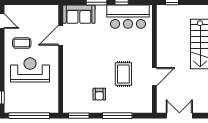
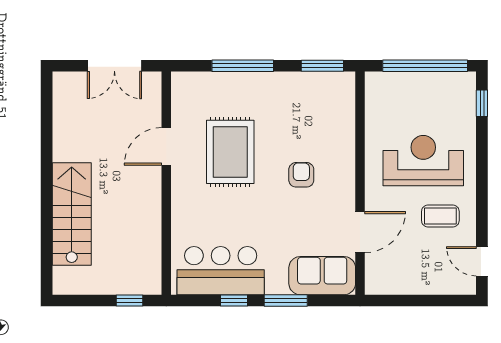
reception desk: (30, 70) -> (423, 161), turned 180
rug: (123, 74) -> (230, 152), width x1.36, depth x1.43
armchair: (99, 94) -> (301, 175), moved

